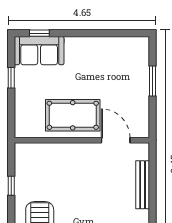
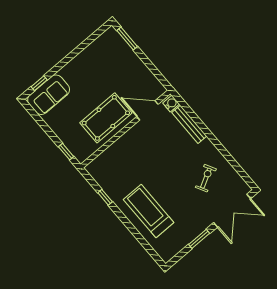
window: (11, 78) -> (66, 152), moved
window: (153, 81) -> (127, 39), moved
water cooler: (142, 152) -> (171, 104), added

